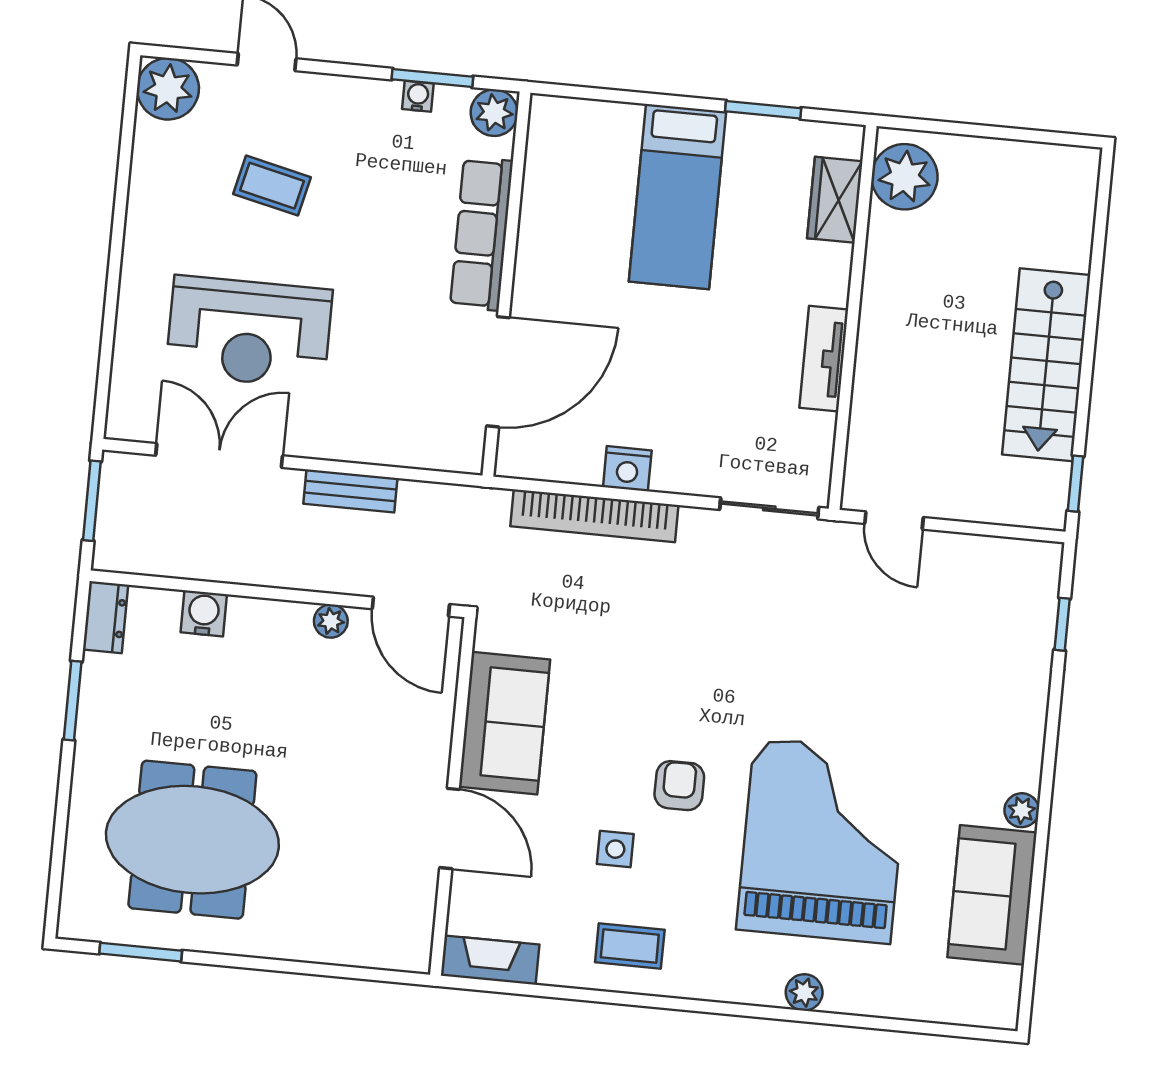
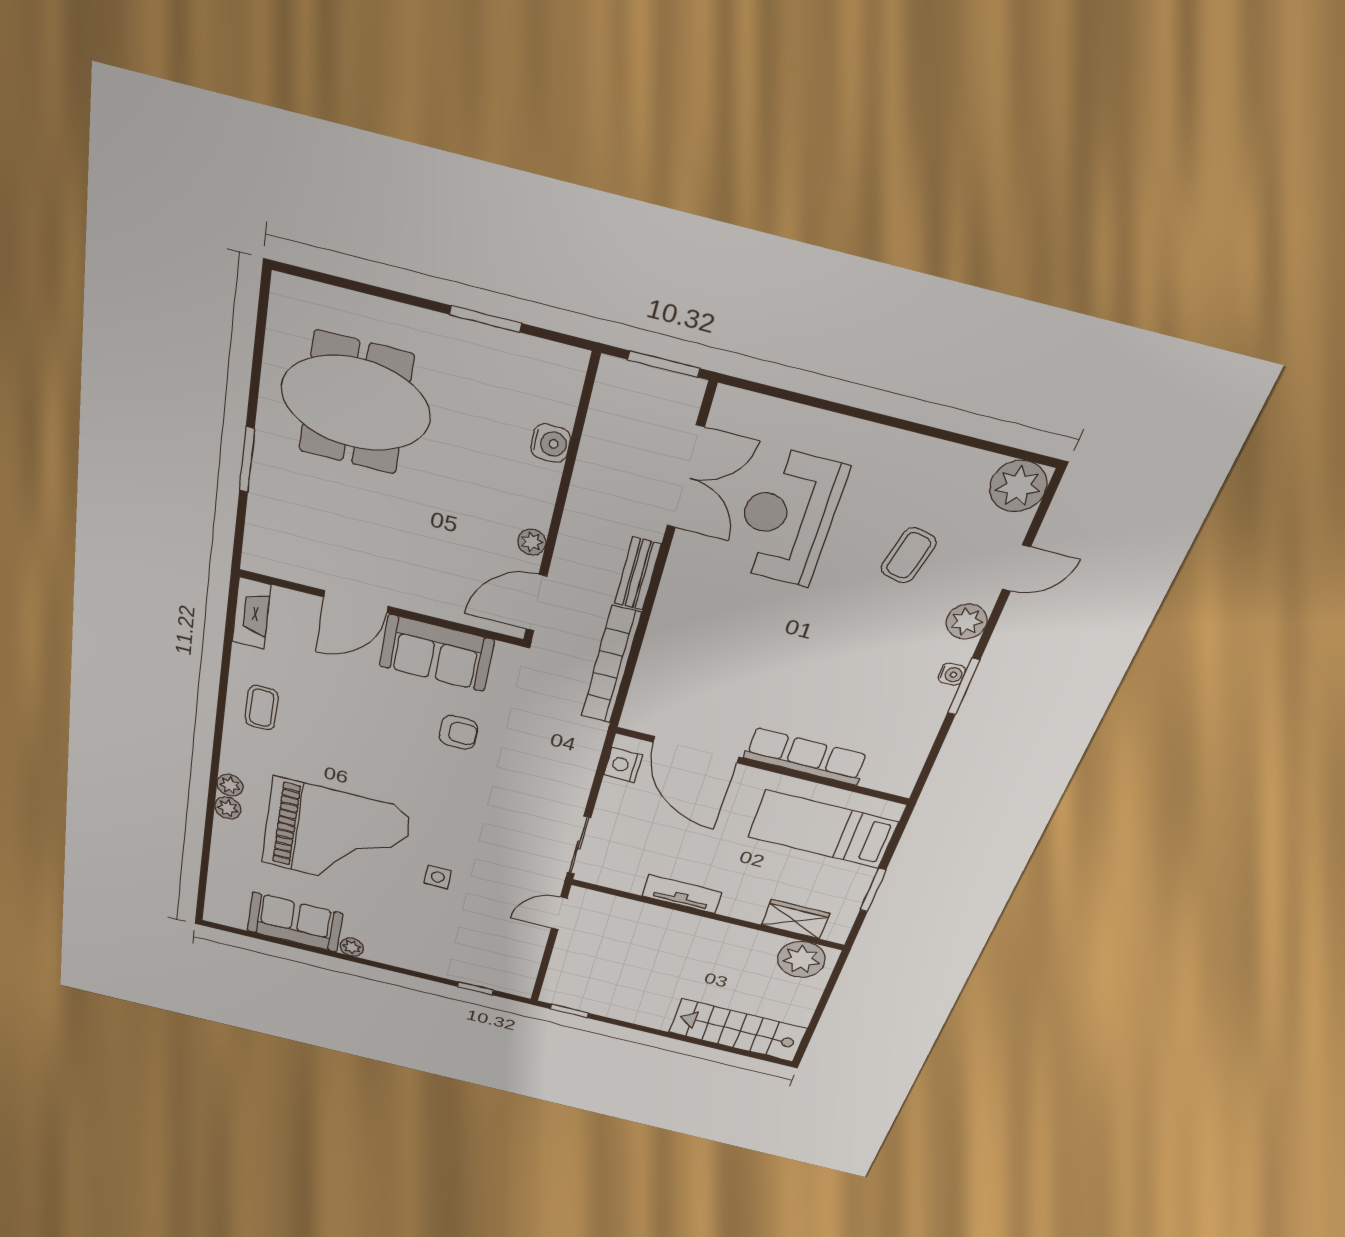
plant: (494, 113) -> (967, 621), moved
row of seats: (481, 234) -> (806, 756), moved
wall: (506, 284) -> (763, 766), moved
stairs: (1046, 365) -> (738, 1030), moved
door: (498, 372) -> (696, 750), moved
bookcase: (594, 516) -> (611, 665), moved
dresser: (105, 617) -> (557, 360), removed
armchair: (679, 786) -> (458, 732), moved
meeting table: (192, 840) -> (356, 403), turned 90
side table: (615, 849) -> (438, 877), moved
window: (141, 952) -> (247, 460), moved
plant: (765, 989) -> (230, 785), added

